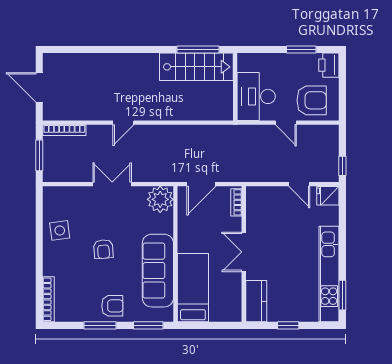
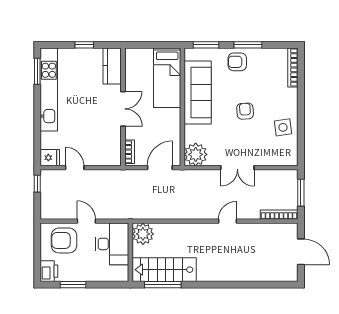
plant: (221, 108) -> (143, 234), added

